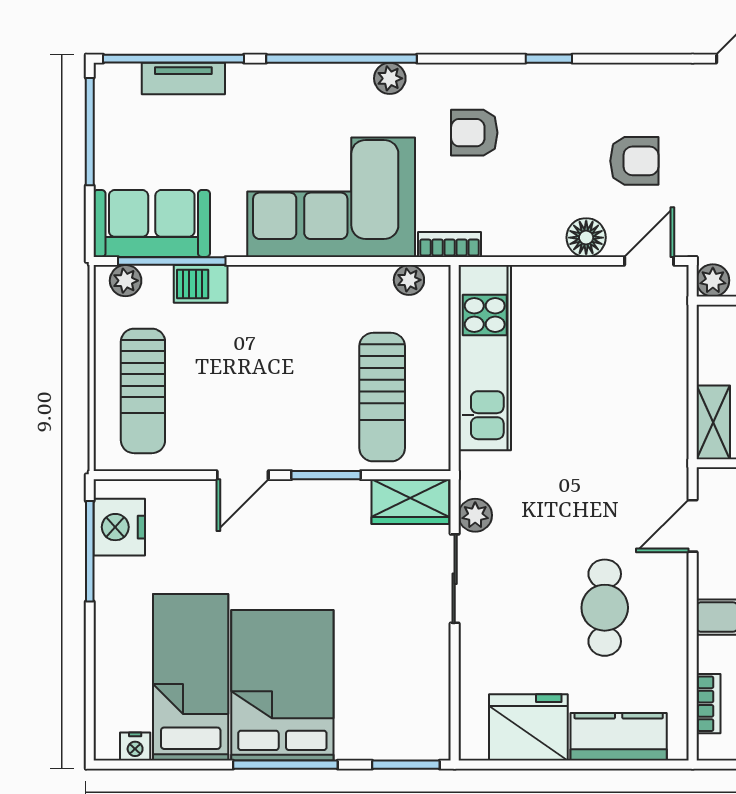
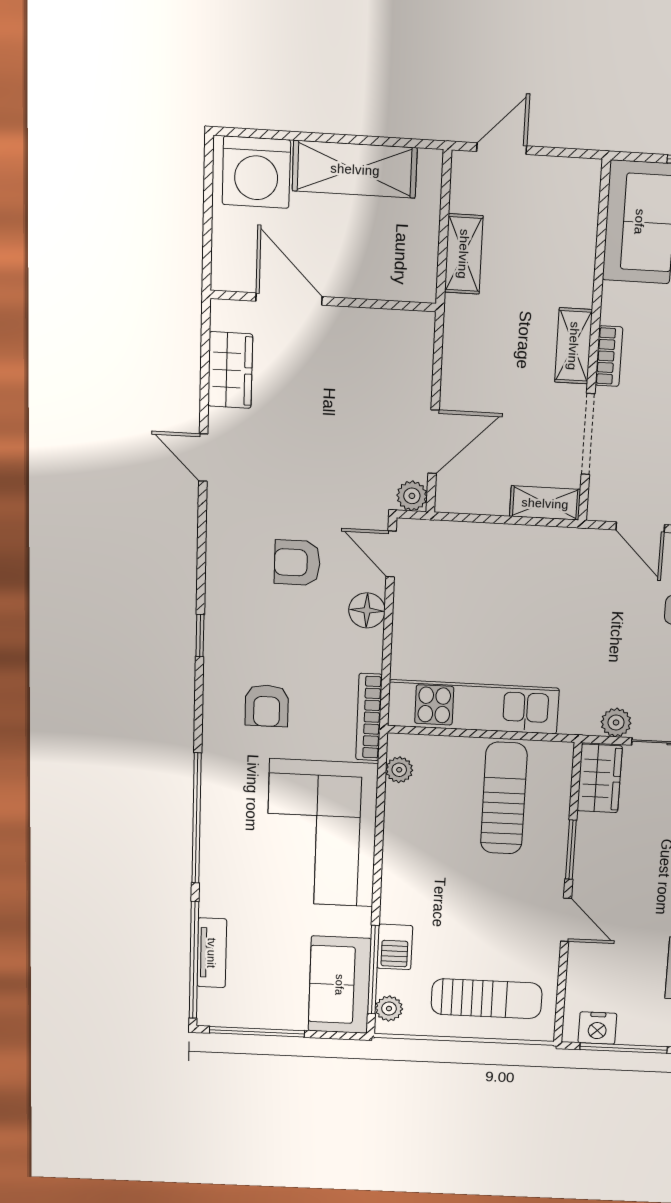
plant: (390, 78) -> (215, 777), removed
armchair: (634, 161) -> (297, 563), turned -90
bookcase: (450, 244) -> (369, 717), width x1.56
sun lounger: (382, 397) -> (504, 798), turned -90
nightstand: (119, 527) -> (597, 1028), width x0.74, depth x0.75

